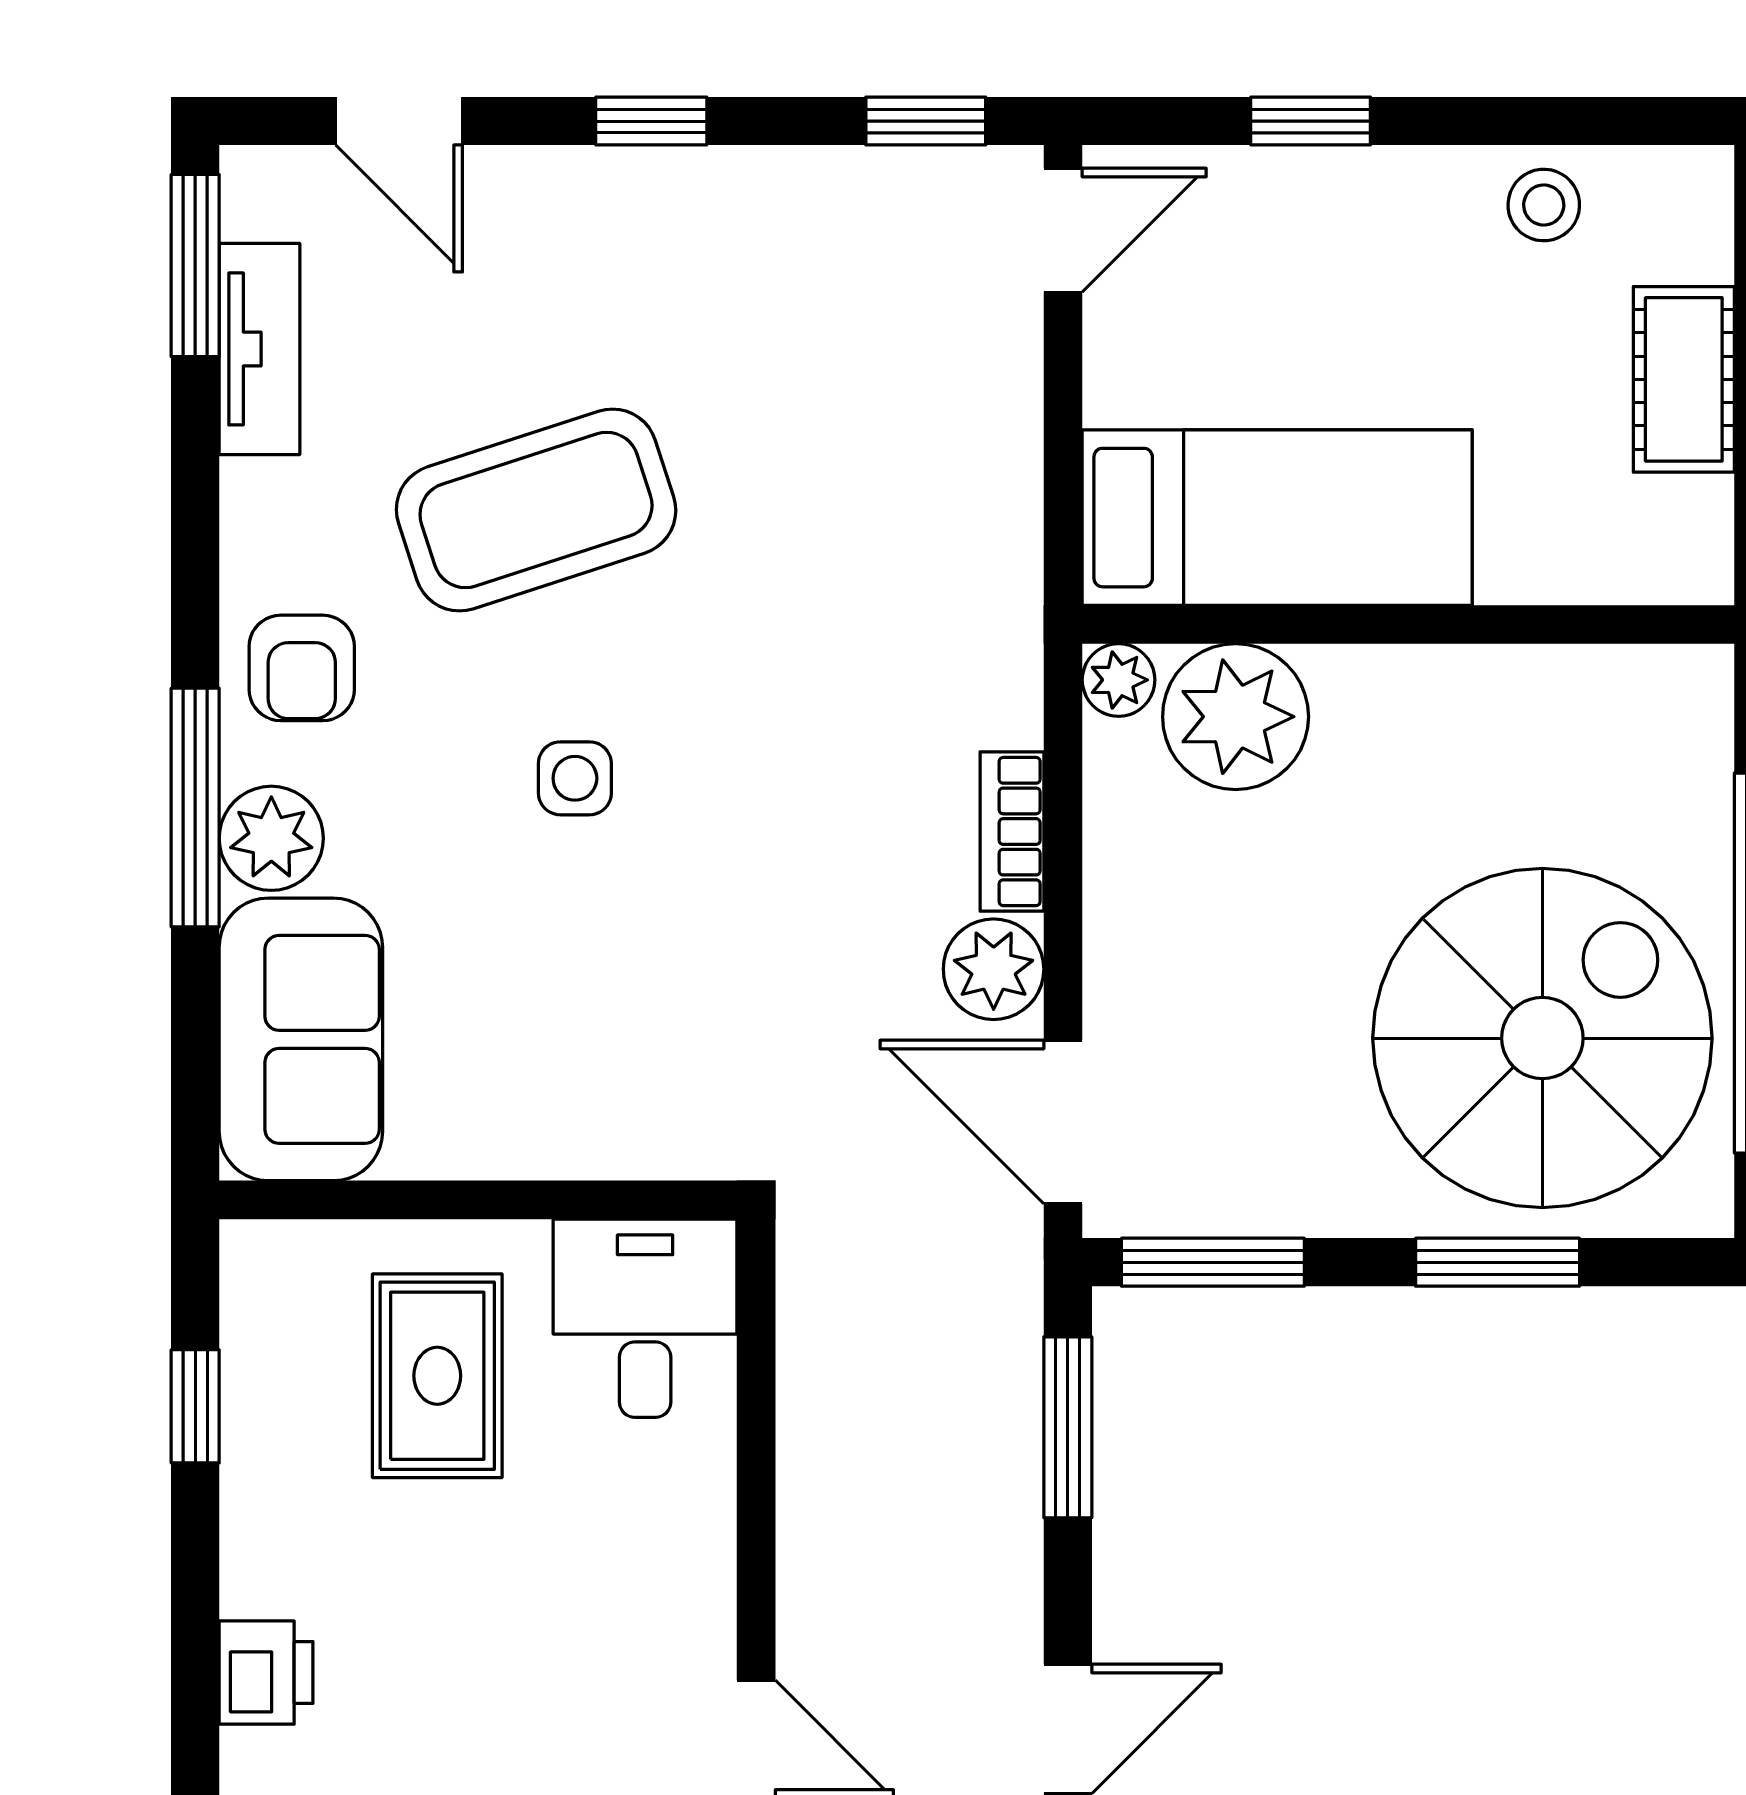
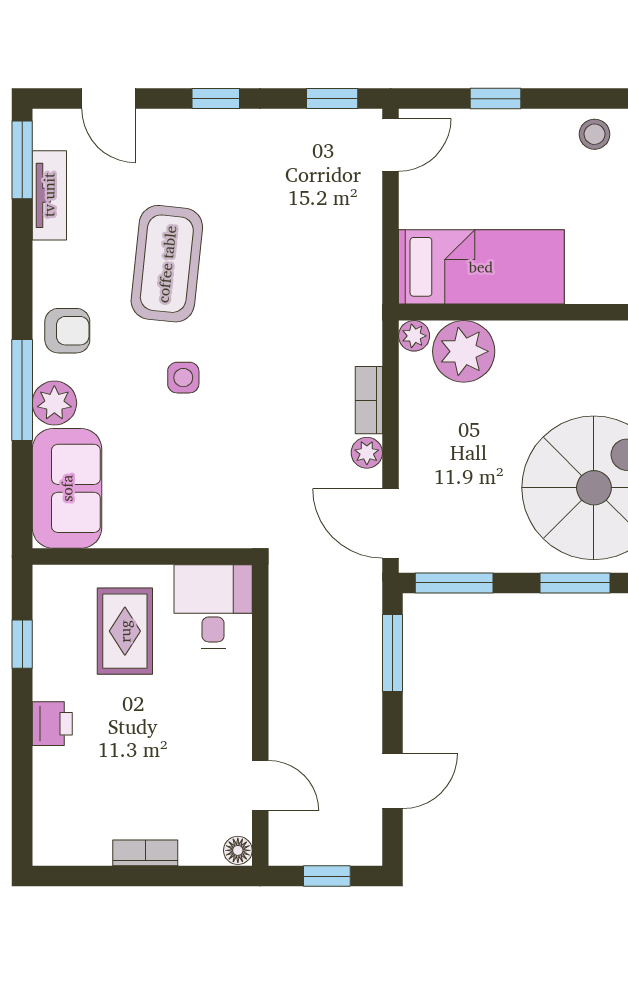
coffee table: (536, 510) -> (167, 264), turned -66
armchair: (302, 668) -> (67, 331), turned -90
plant: (994, 969) -> (367, 453), width x0.73, depth x0.73
printer: (266, 1673) -> (52, 724), moved

